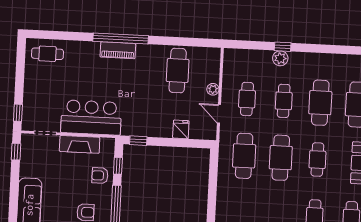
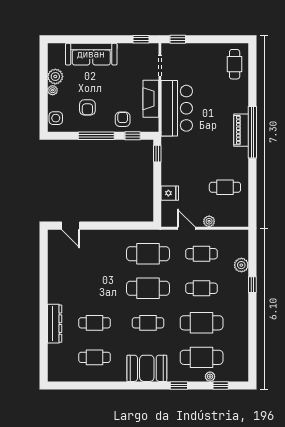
plant: (280, 58) -> (241, 265), moved
cafe table: (178, 71) -> (225, 187), width x0.73, depth x0.74
door: (219, 114) -> (186, 228), hinge flipped

